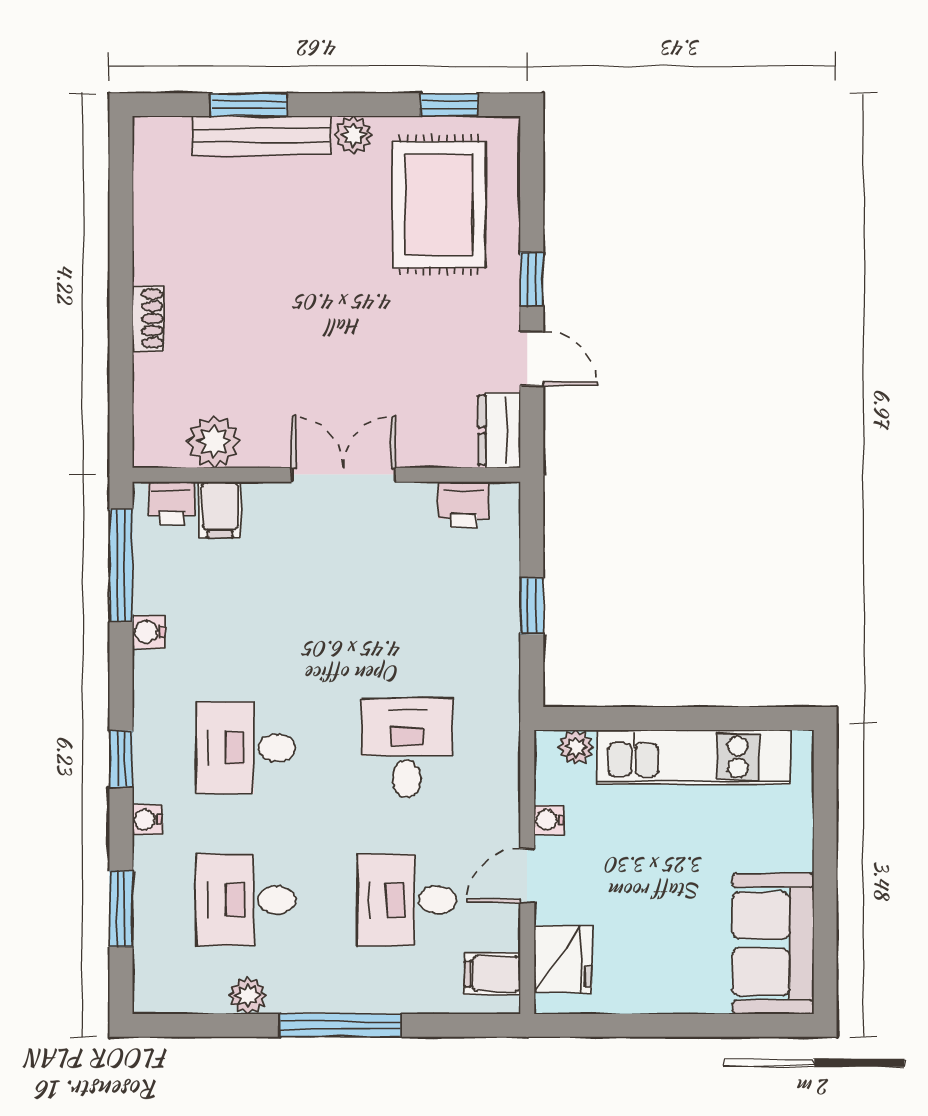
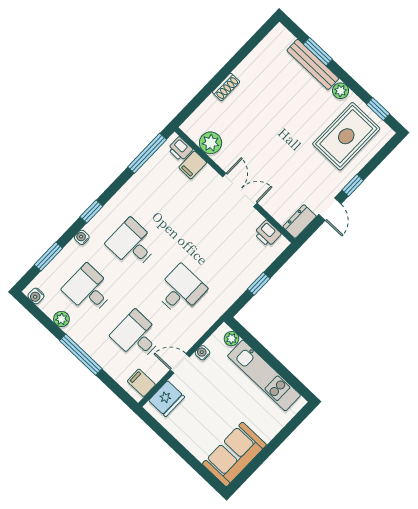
water cooler: (149, 632) -> (36, 296), moved, turned -90

